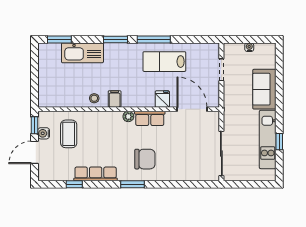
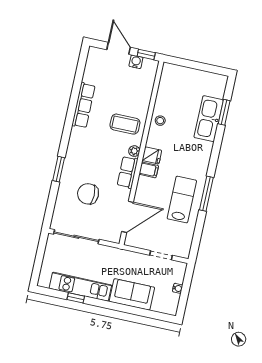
window: (59, 40) -> (224, 112), moved
window: (115, 40) -> (215, 155), removed
filing cabinet: (115, 99) -> (149, 170), moved
fridge: (162, 99) -> (152, 155), moved
coffee table: (69, 134) -> (125, 124), moved
chair: (145, 159) -> (88, 194), moved, turned 90
window: (74, 184) -> (78, 81), removed
window: (132, 184) -> (59, 169), moved

